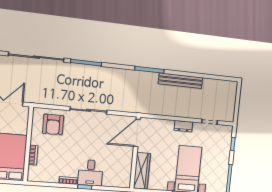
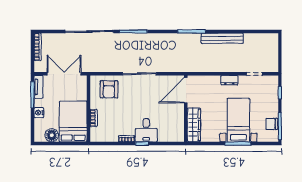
chair: (221, 176) -> (272, 124), added

